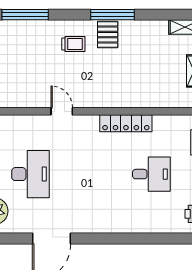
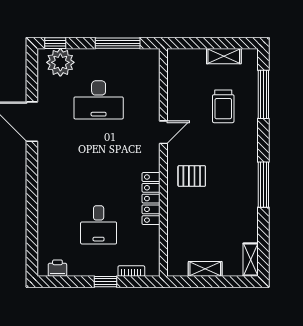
pallet: (108, 35) -> (192, 176), moved
trolley: (73, 44) -> (223, 106), moved, width x1.36, depth x1.39

